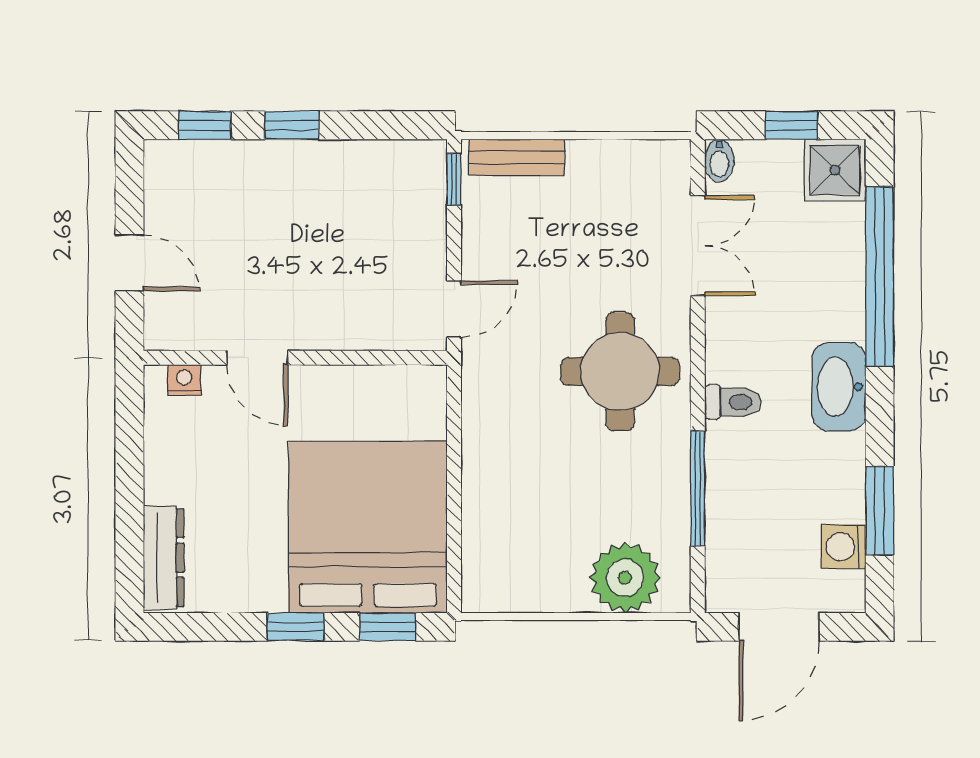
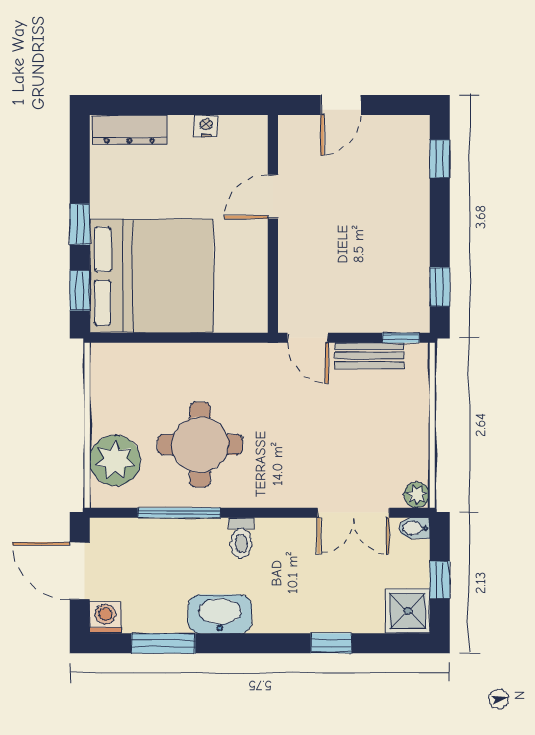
window: (292, 125) -> (440, 287), moved
bench: (517, 157) -> (369, 356), moved, turned 90
plant: (673, 157) -> (417, 495), added
window: (880, 276) -> (331, 643), width x0.32
round table: (620, 372) -> (200, 445), moved
nightstand: (184, 380) -> (206, 126), moved, turned -90
washbasin: (839, 387) -> (220, 614), moved
washing machine: (844, 547) -> (105, 617), moved

